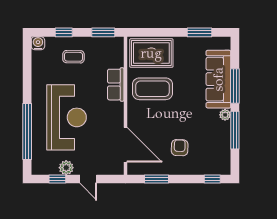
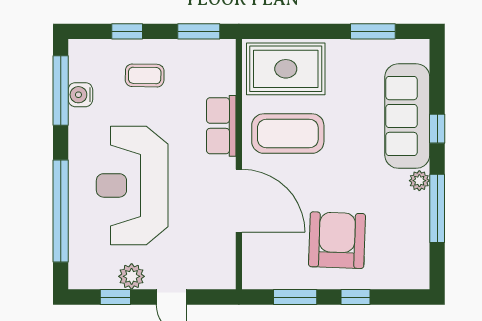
water cooler: (38, 43) -> (80, 95), moved, turned -90
window: (27, 65) -> (61, 90), added
window: (235, 86) -> (437, 129), width x0.46
reception desk: (67, 117) -> (132, 185), turned 180
door: (125, 145) -> (239, 201), moved
armchair: (180, 148) -> (337, 240), width x1.88, depth x1.88
window: (212, 179) -> (355, 297), moved

